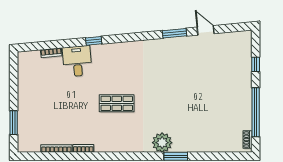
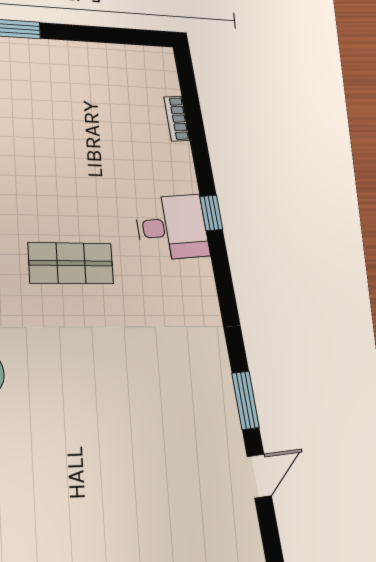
desk: (77, 61) -> (172, 227), moved
shop shelf: (117, 103) -> (71, 263), turned 90

